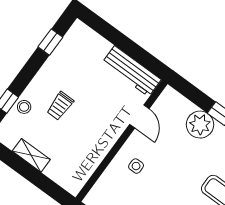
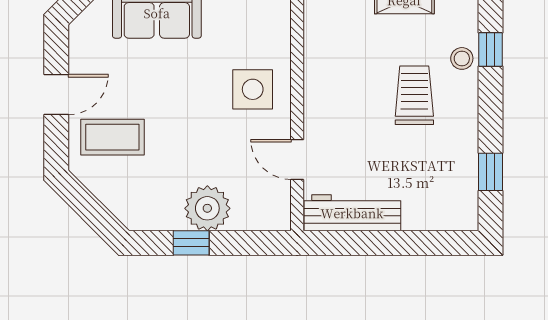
trolley: (60, 106) -> (414, 95), width x1.36, depth x1.39
side table: (136, 166) -> (253, 89), width x1.87, depth x1.87

